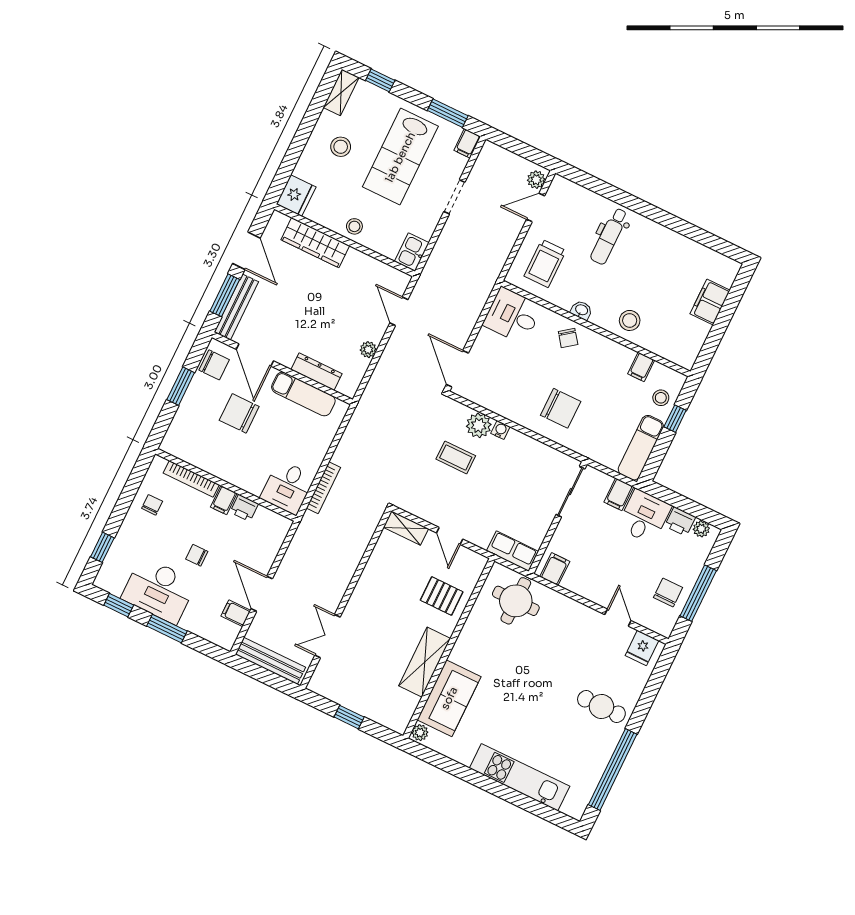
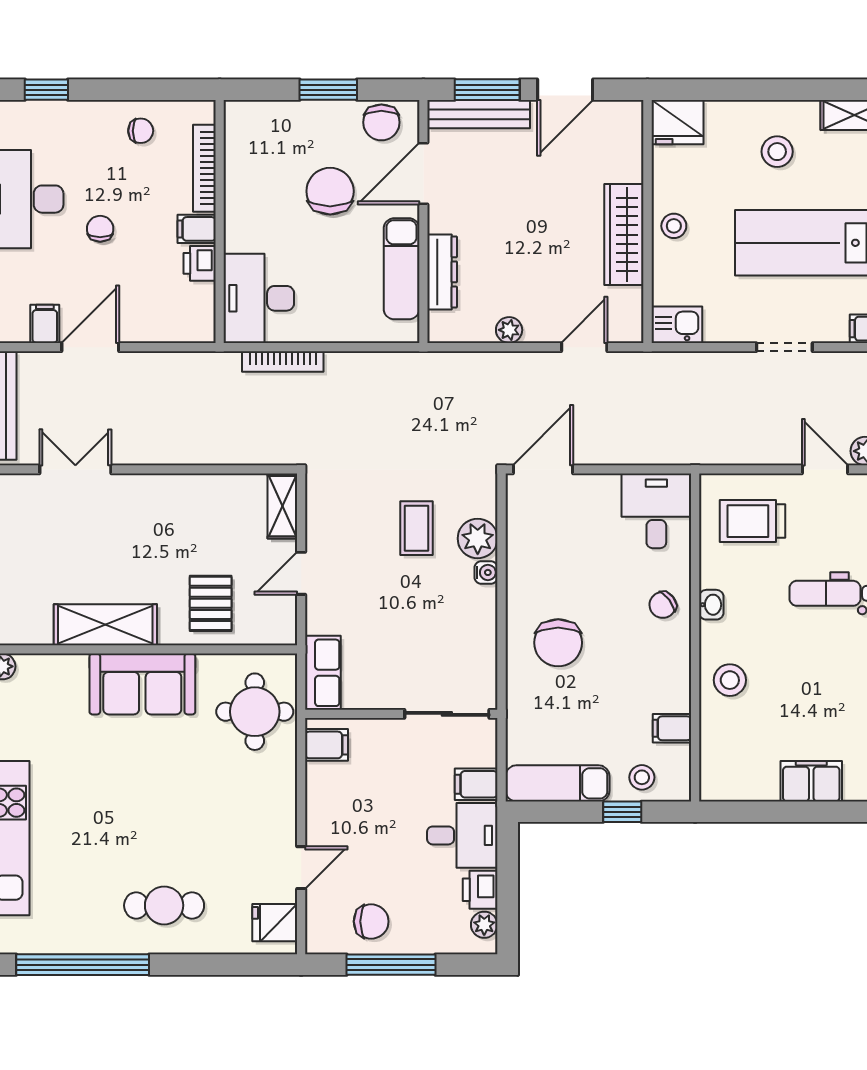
wardrobe: (315, 243) -> (624, 235), moved
desk: (288, 487) -> (259, 298), width x1.37
sofa: (449, 698) -> (142, 684), moved
cafe table: (601, 706) -> (164, 905), turned 90

